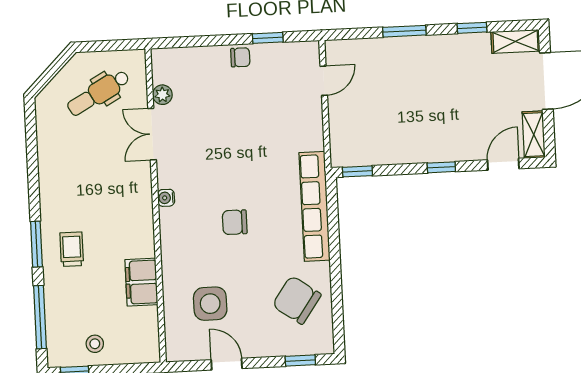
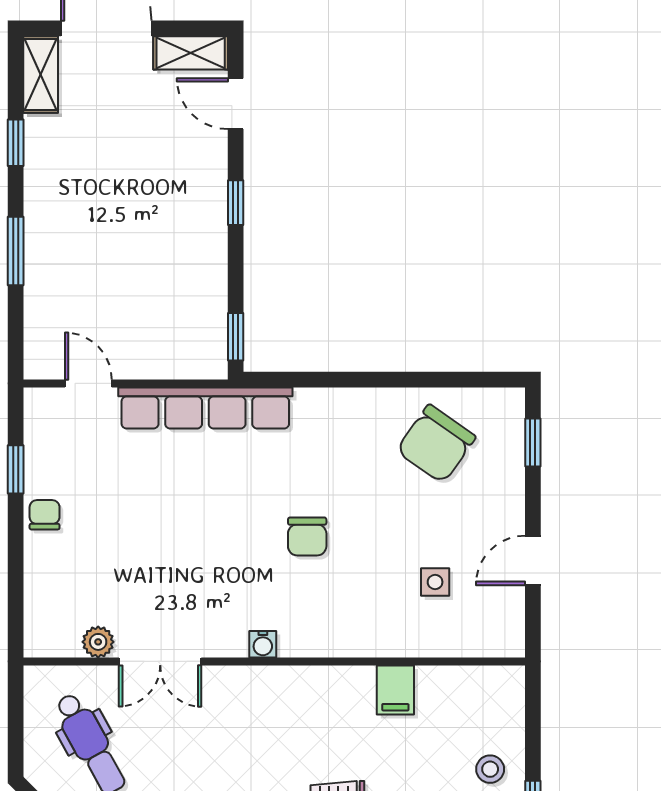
row of seats: (315, 206) -> (205, 408), moved
filing cabinet: (141, 282) -> (395, 690), width x0.50
side table: (210, 304) -> (435, 582), width x0.54, depth x0.54

